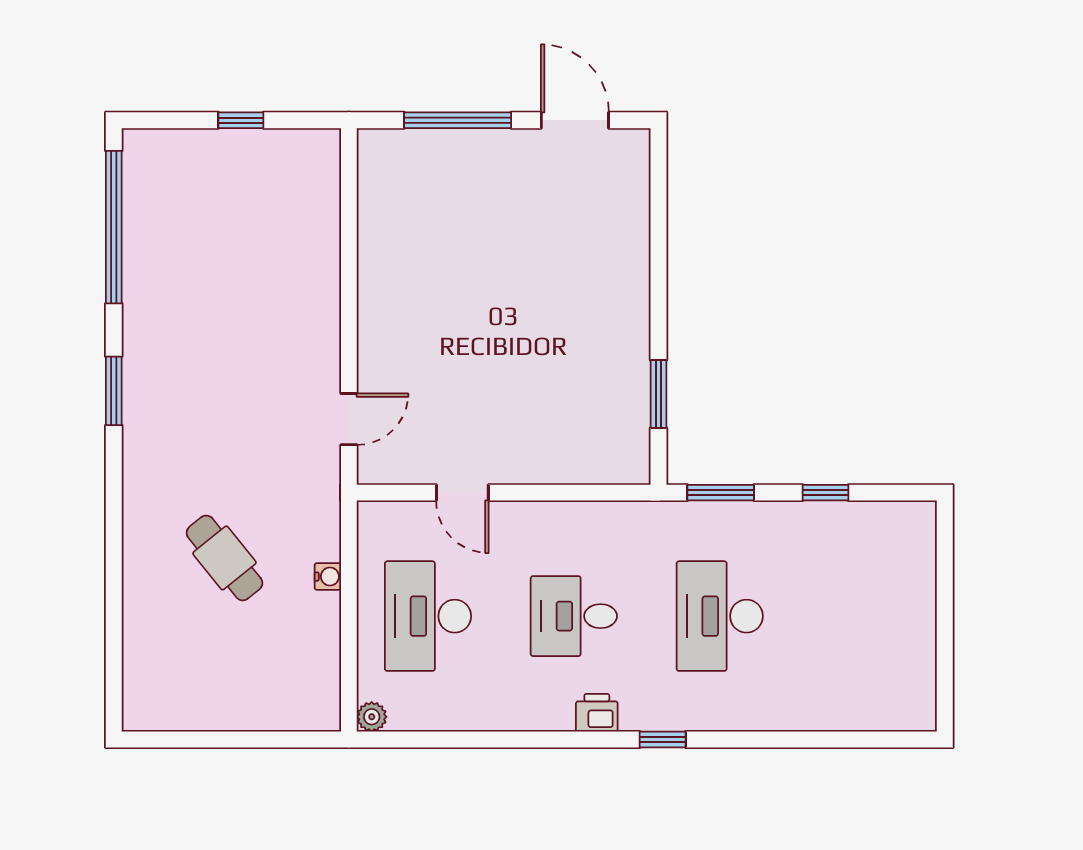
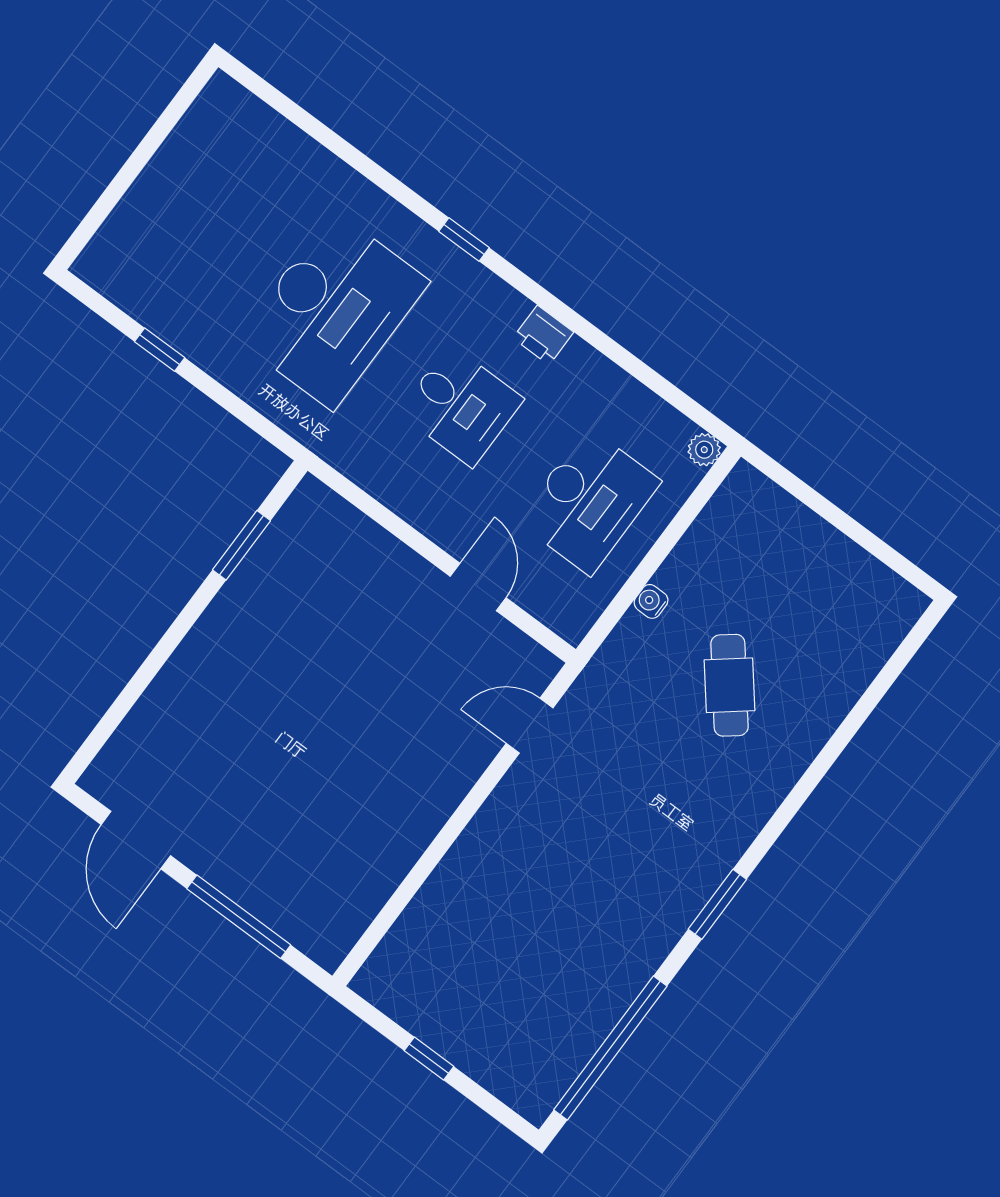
window: (721, 493) -> (252, 418), removed
desk: (720, 616) -> (333, 310), width x1.36, depth x1.30
printer: (597, 713) -> (543, 335), moved

